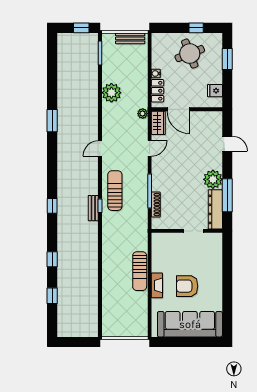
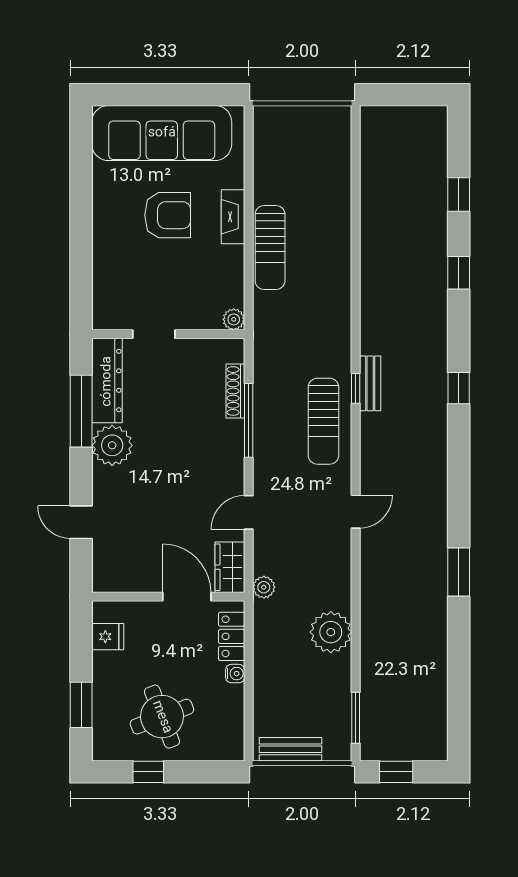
plant: (157, 238) -> (234, 319), added
sun lounger: (140, 271) -> (270, 248), turned 180

